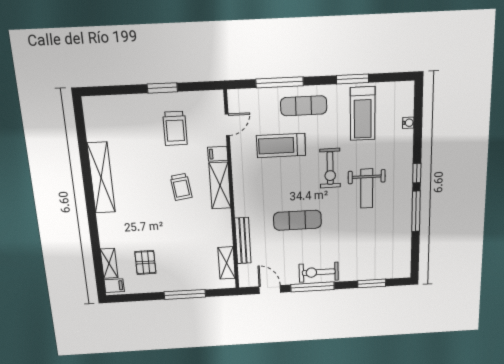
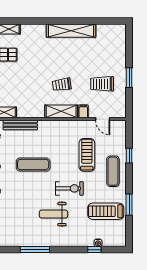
window: (280, 82) -> (129, 156), width x0.46
exercise bike: (330, 168) -> (69, 188), turned 180
window: (417, 173) -> (94, 250), moved
exercise mat: (297, 220) -> (33, 164), turned 90

